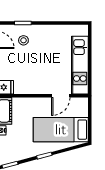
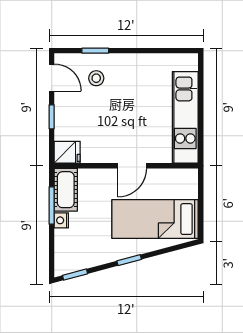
door: (61, 96) -> (132, 166), moved

